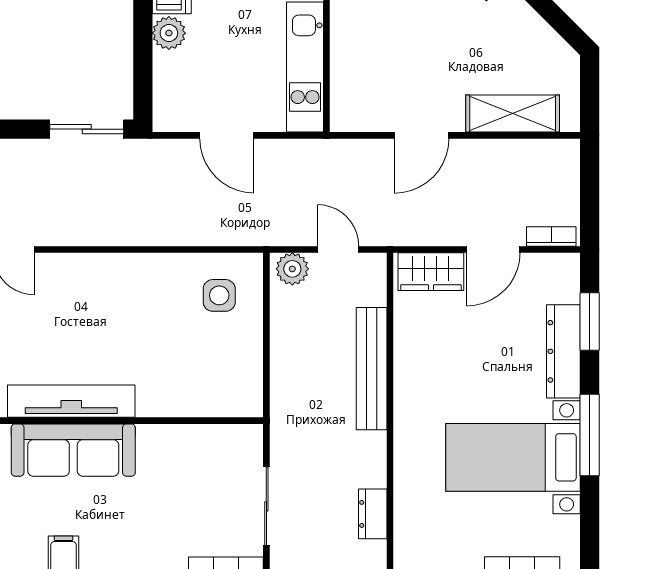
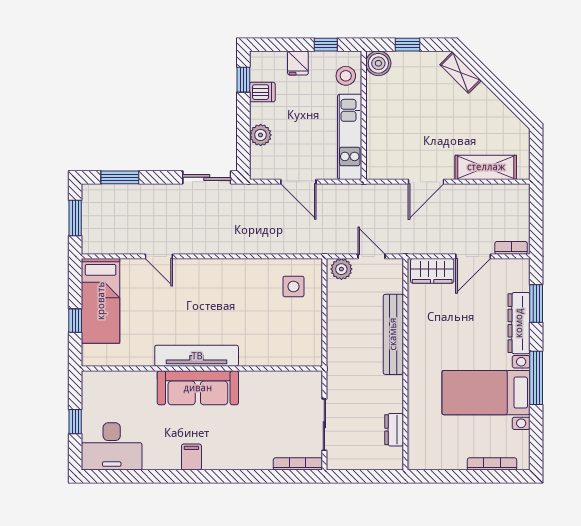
plant: (169, 33) -> (261, 135), moved

